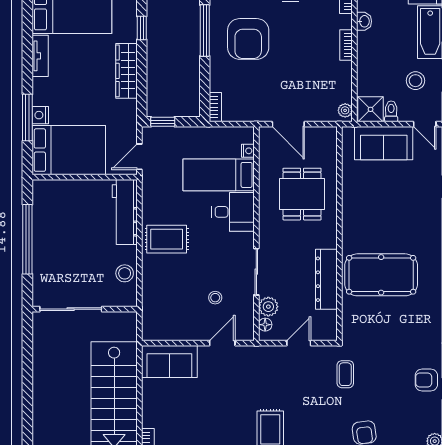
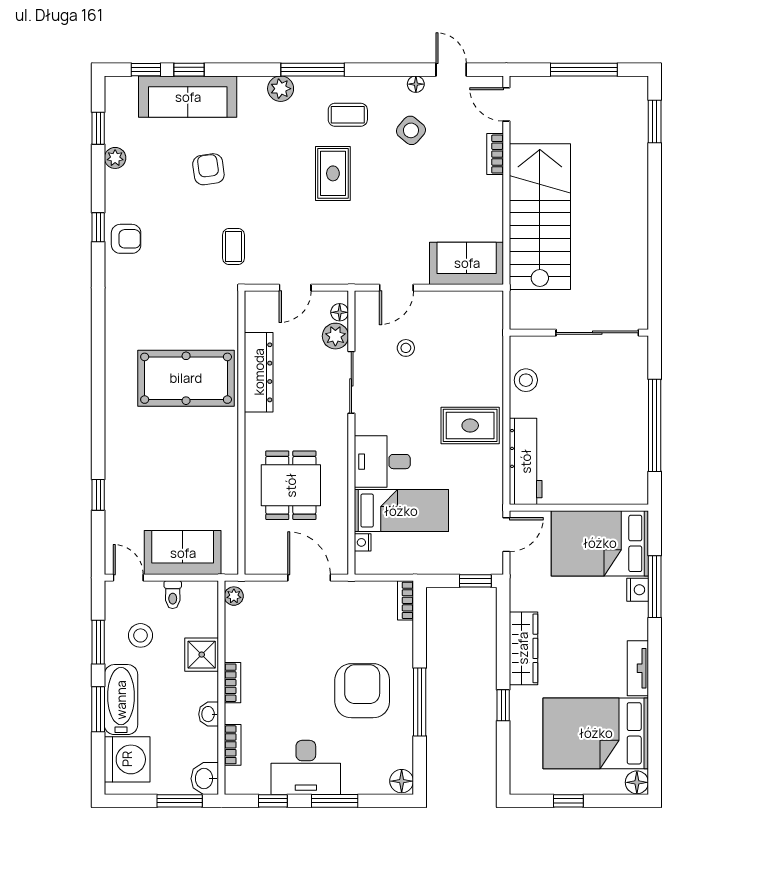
shower: (371, 109) -> (202, 655), moved

